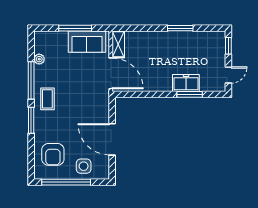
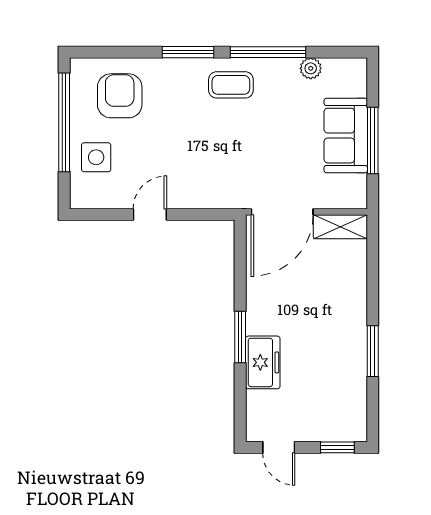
sofa: (87, 42) -> (346, 136), moved
window: (190, 94) -> (240, 337), moved
door: (112, 139) -> (150, 215), width x0.53
armchair: (53, 154) -> (120, 96), turned 90

